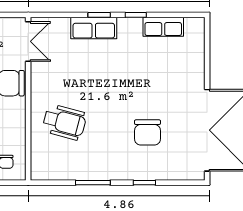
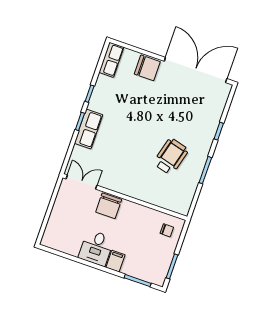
row of seats: (163, 27) -> (111, 60), moved
wheelchair: (64, 122) -> (171, 156), moved
chair: (147, 132) -> (147, 68), moved

